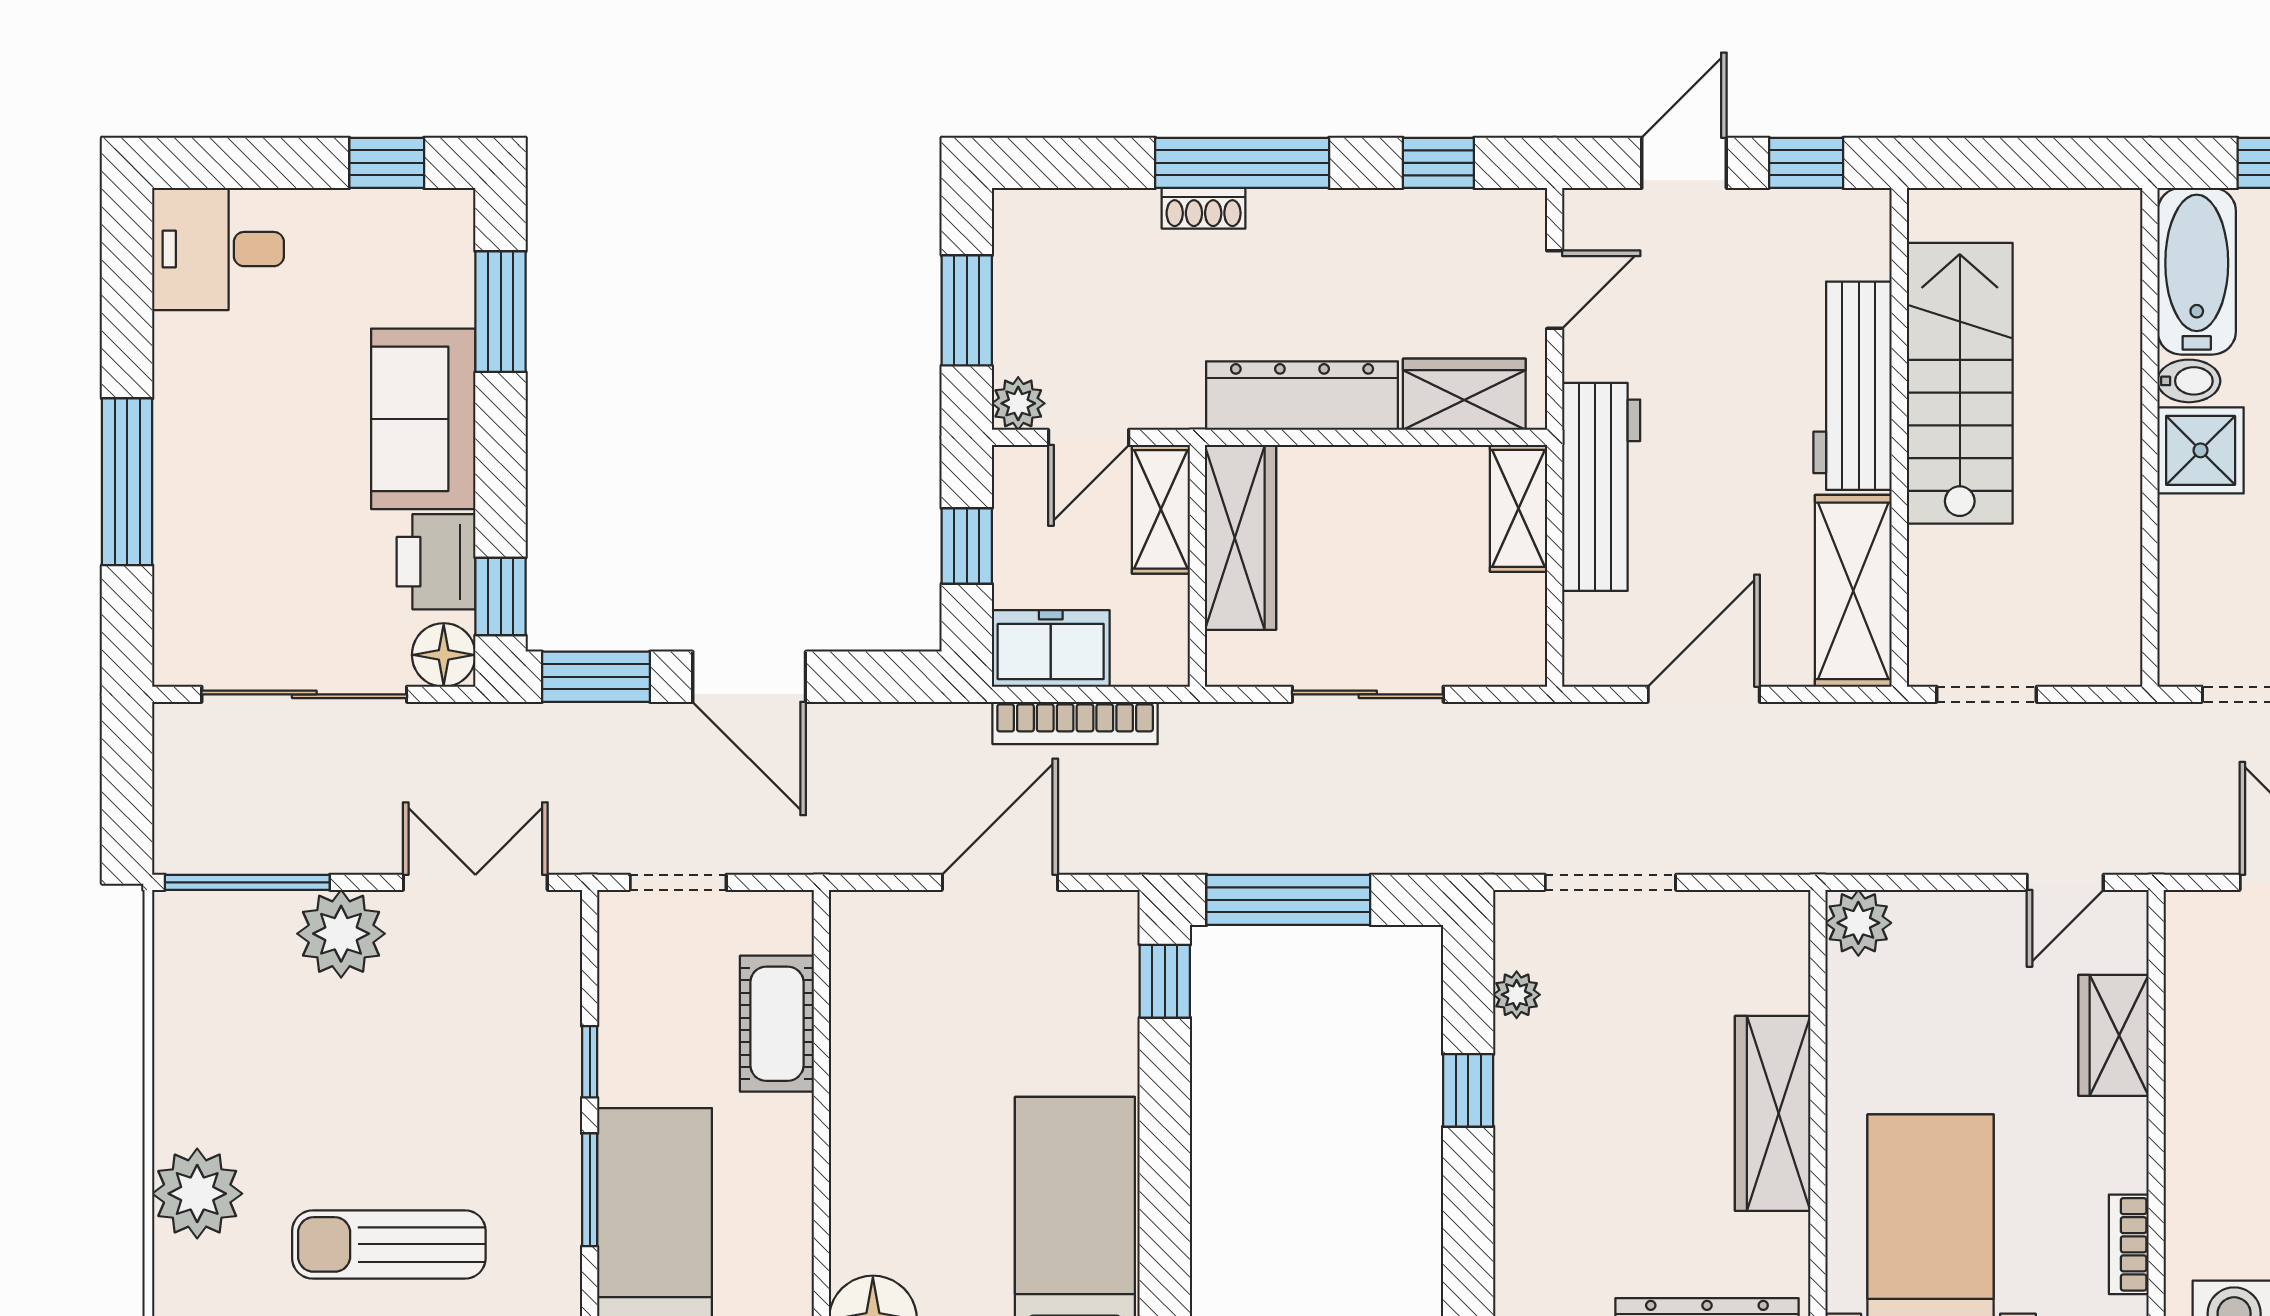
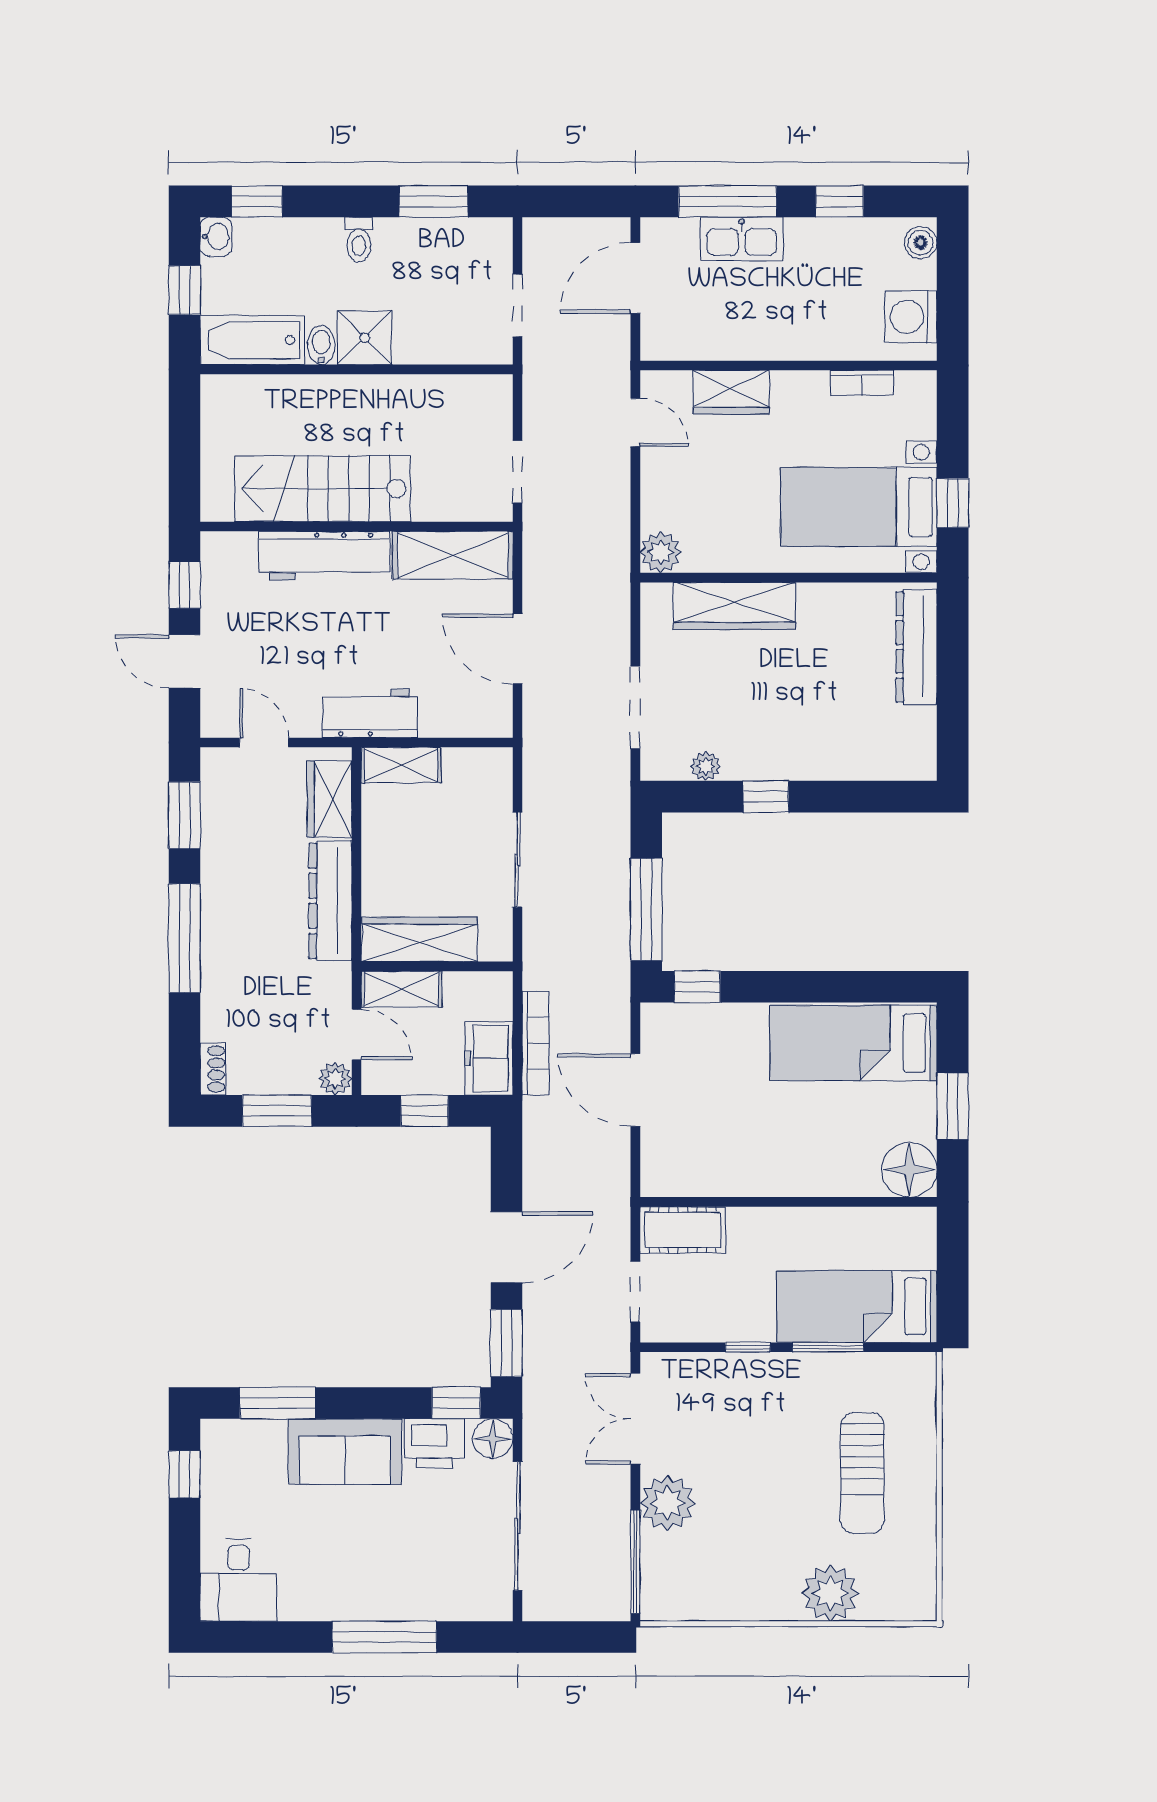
window: (1438, 163) -> (184, 815), width x1.50
shoe rack: (1204, 208) -> (213, 1069), moved
workbench: (1601, 487) -> (370, 713), width x0.73
cot: (777, 1024) -> (683, 1230), moved
wardrobe: (1773, 1113) -> (734, 606), moved

